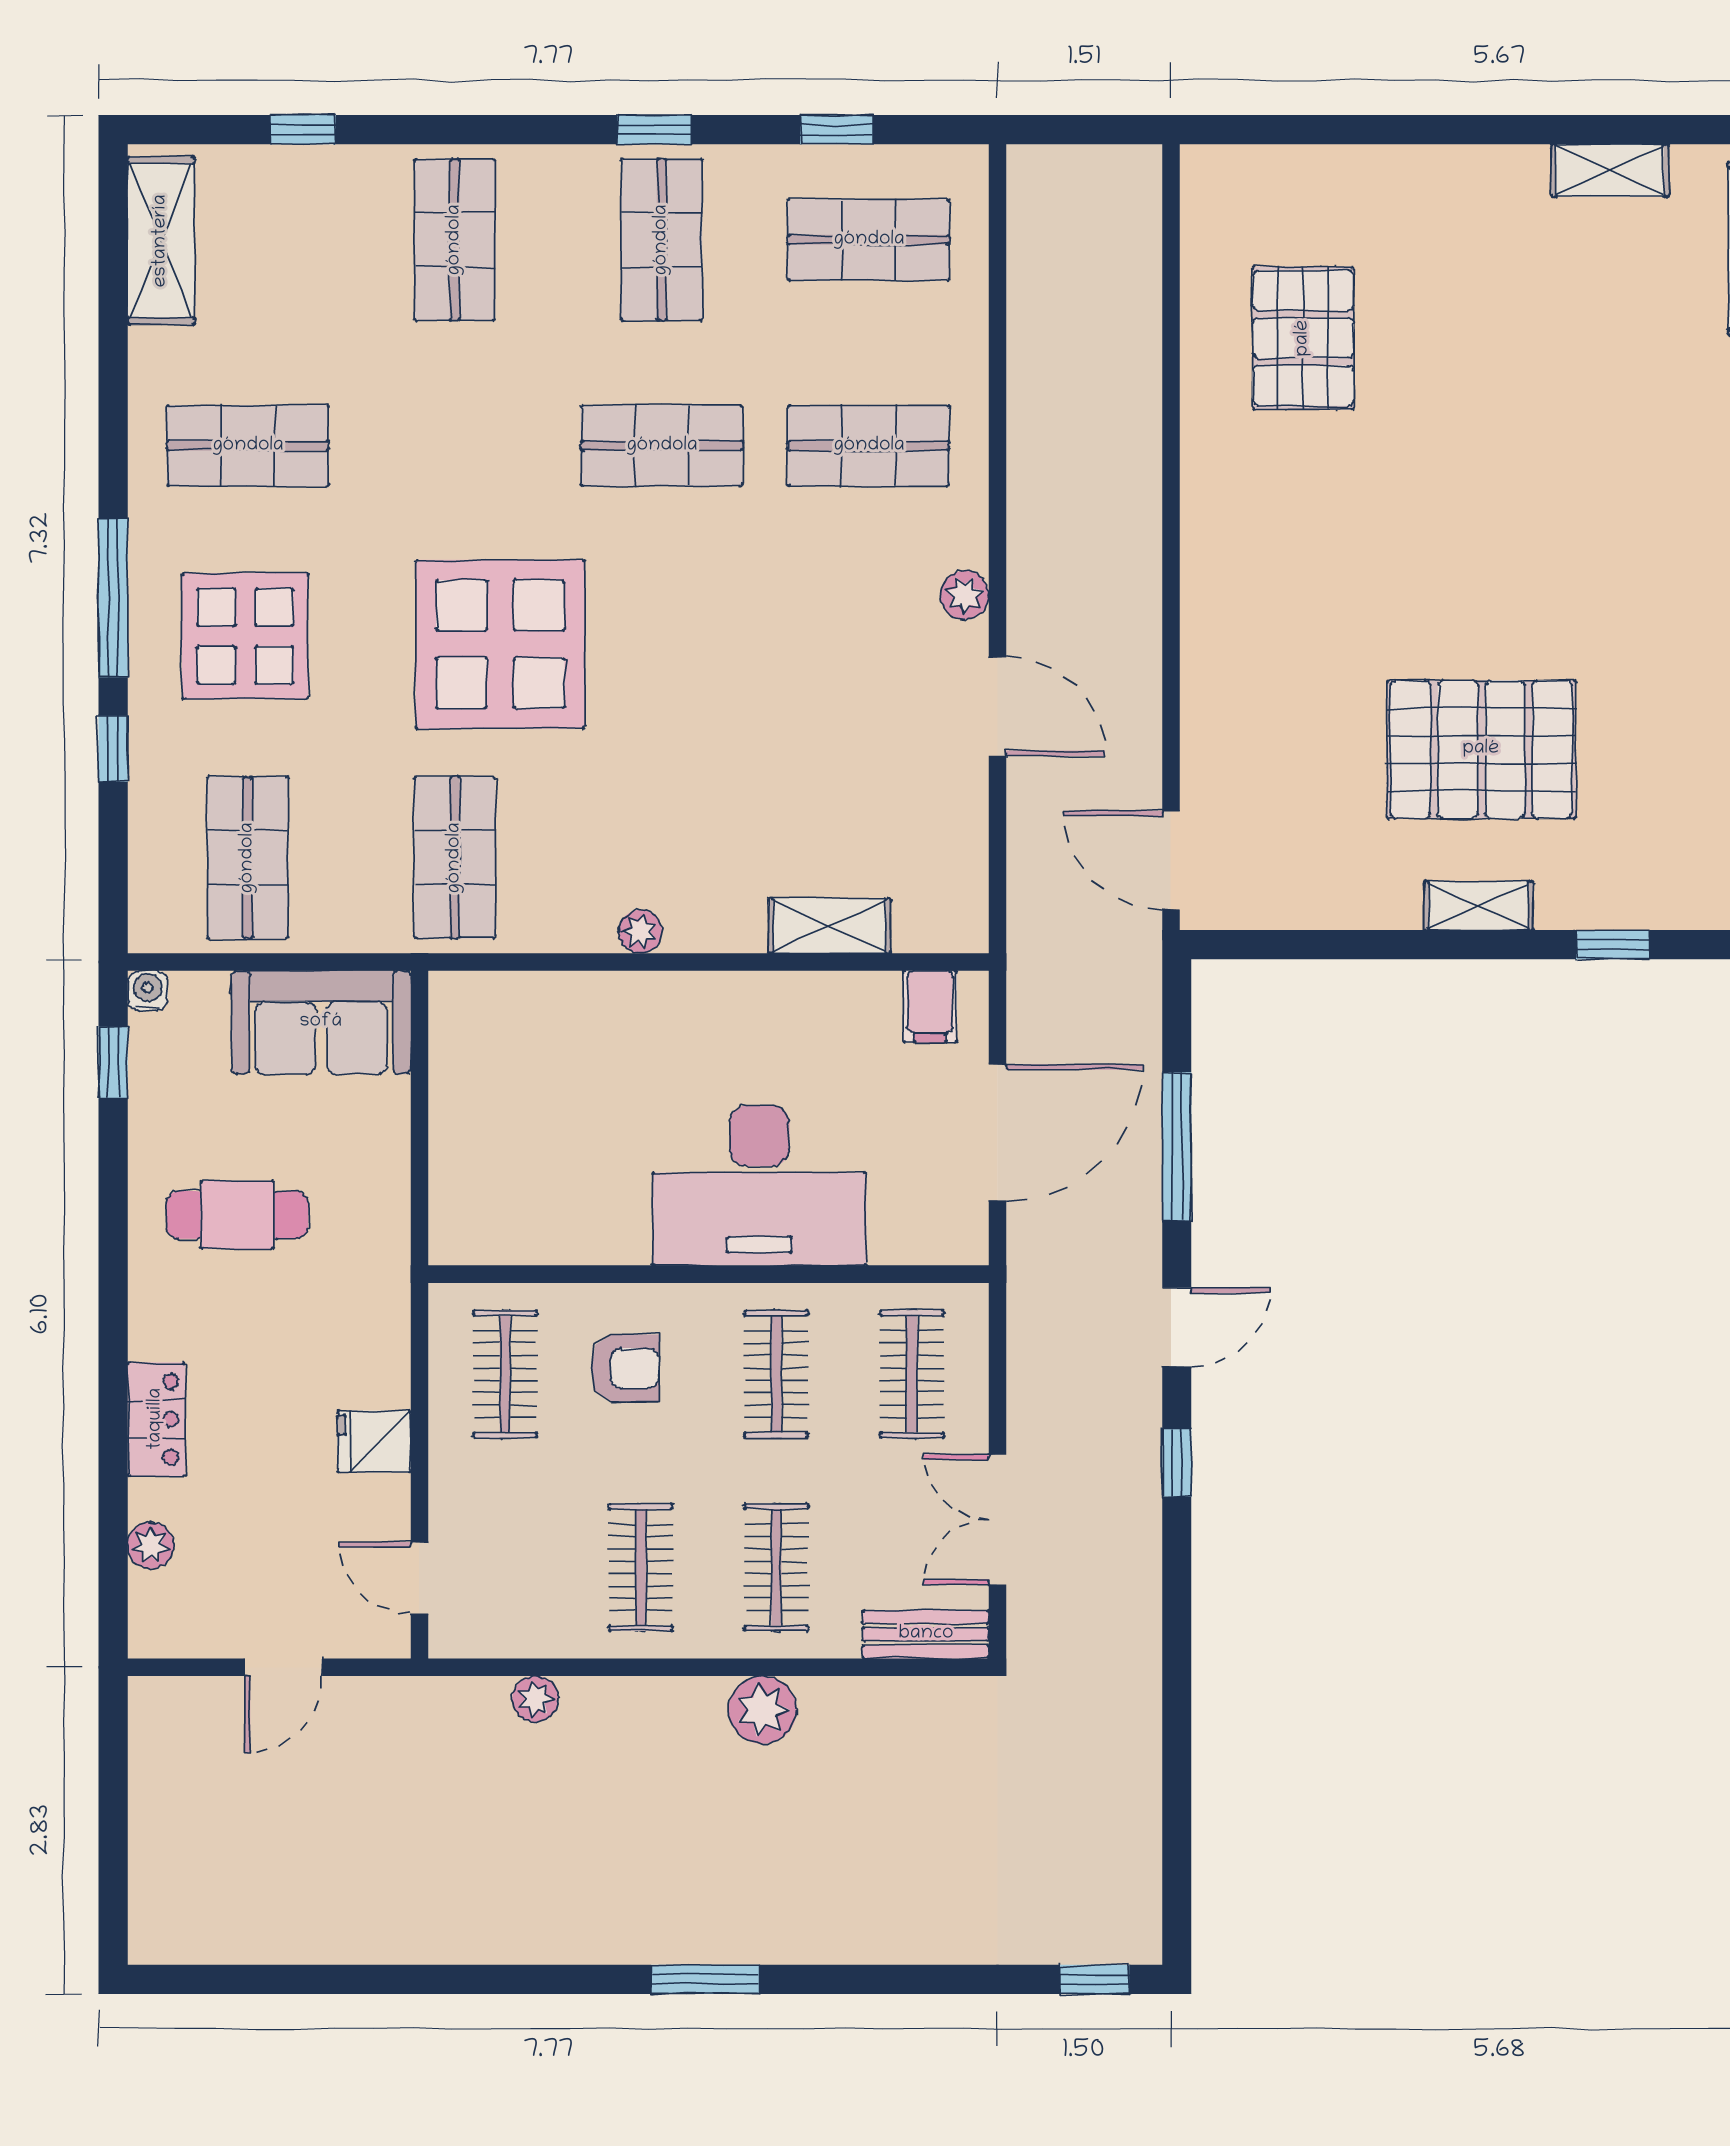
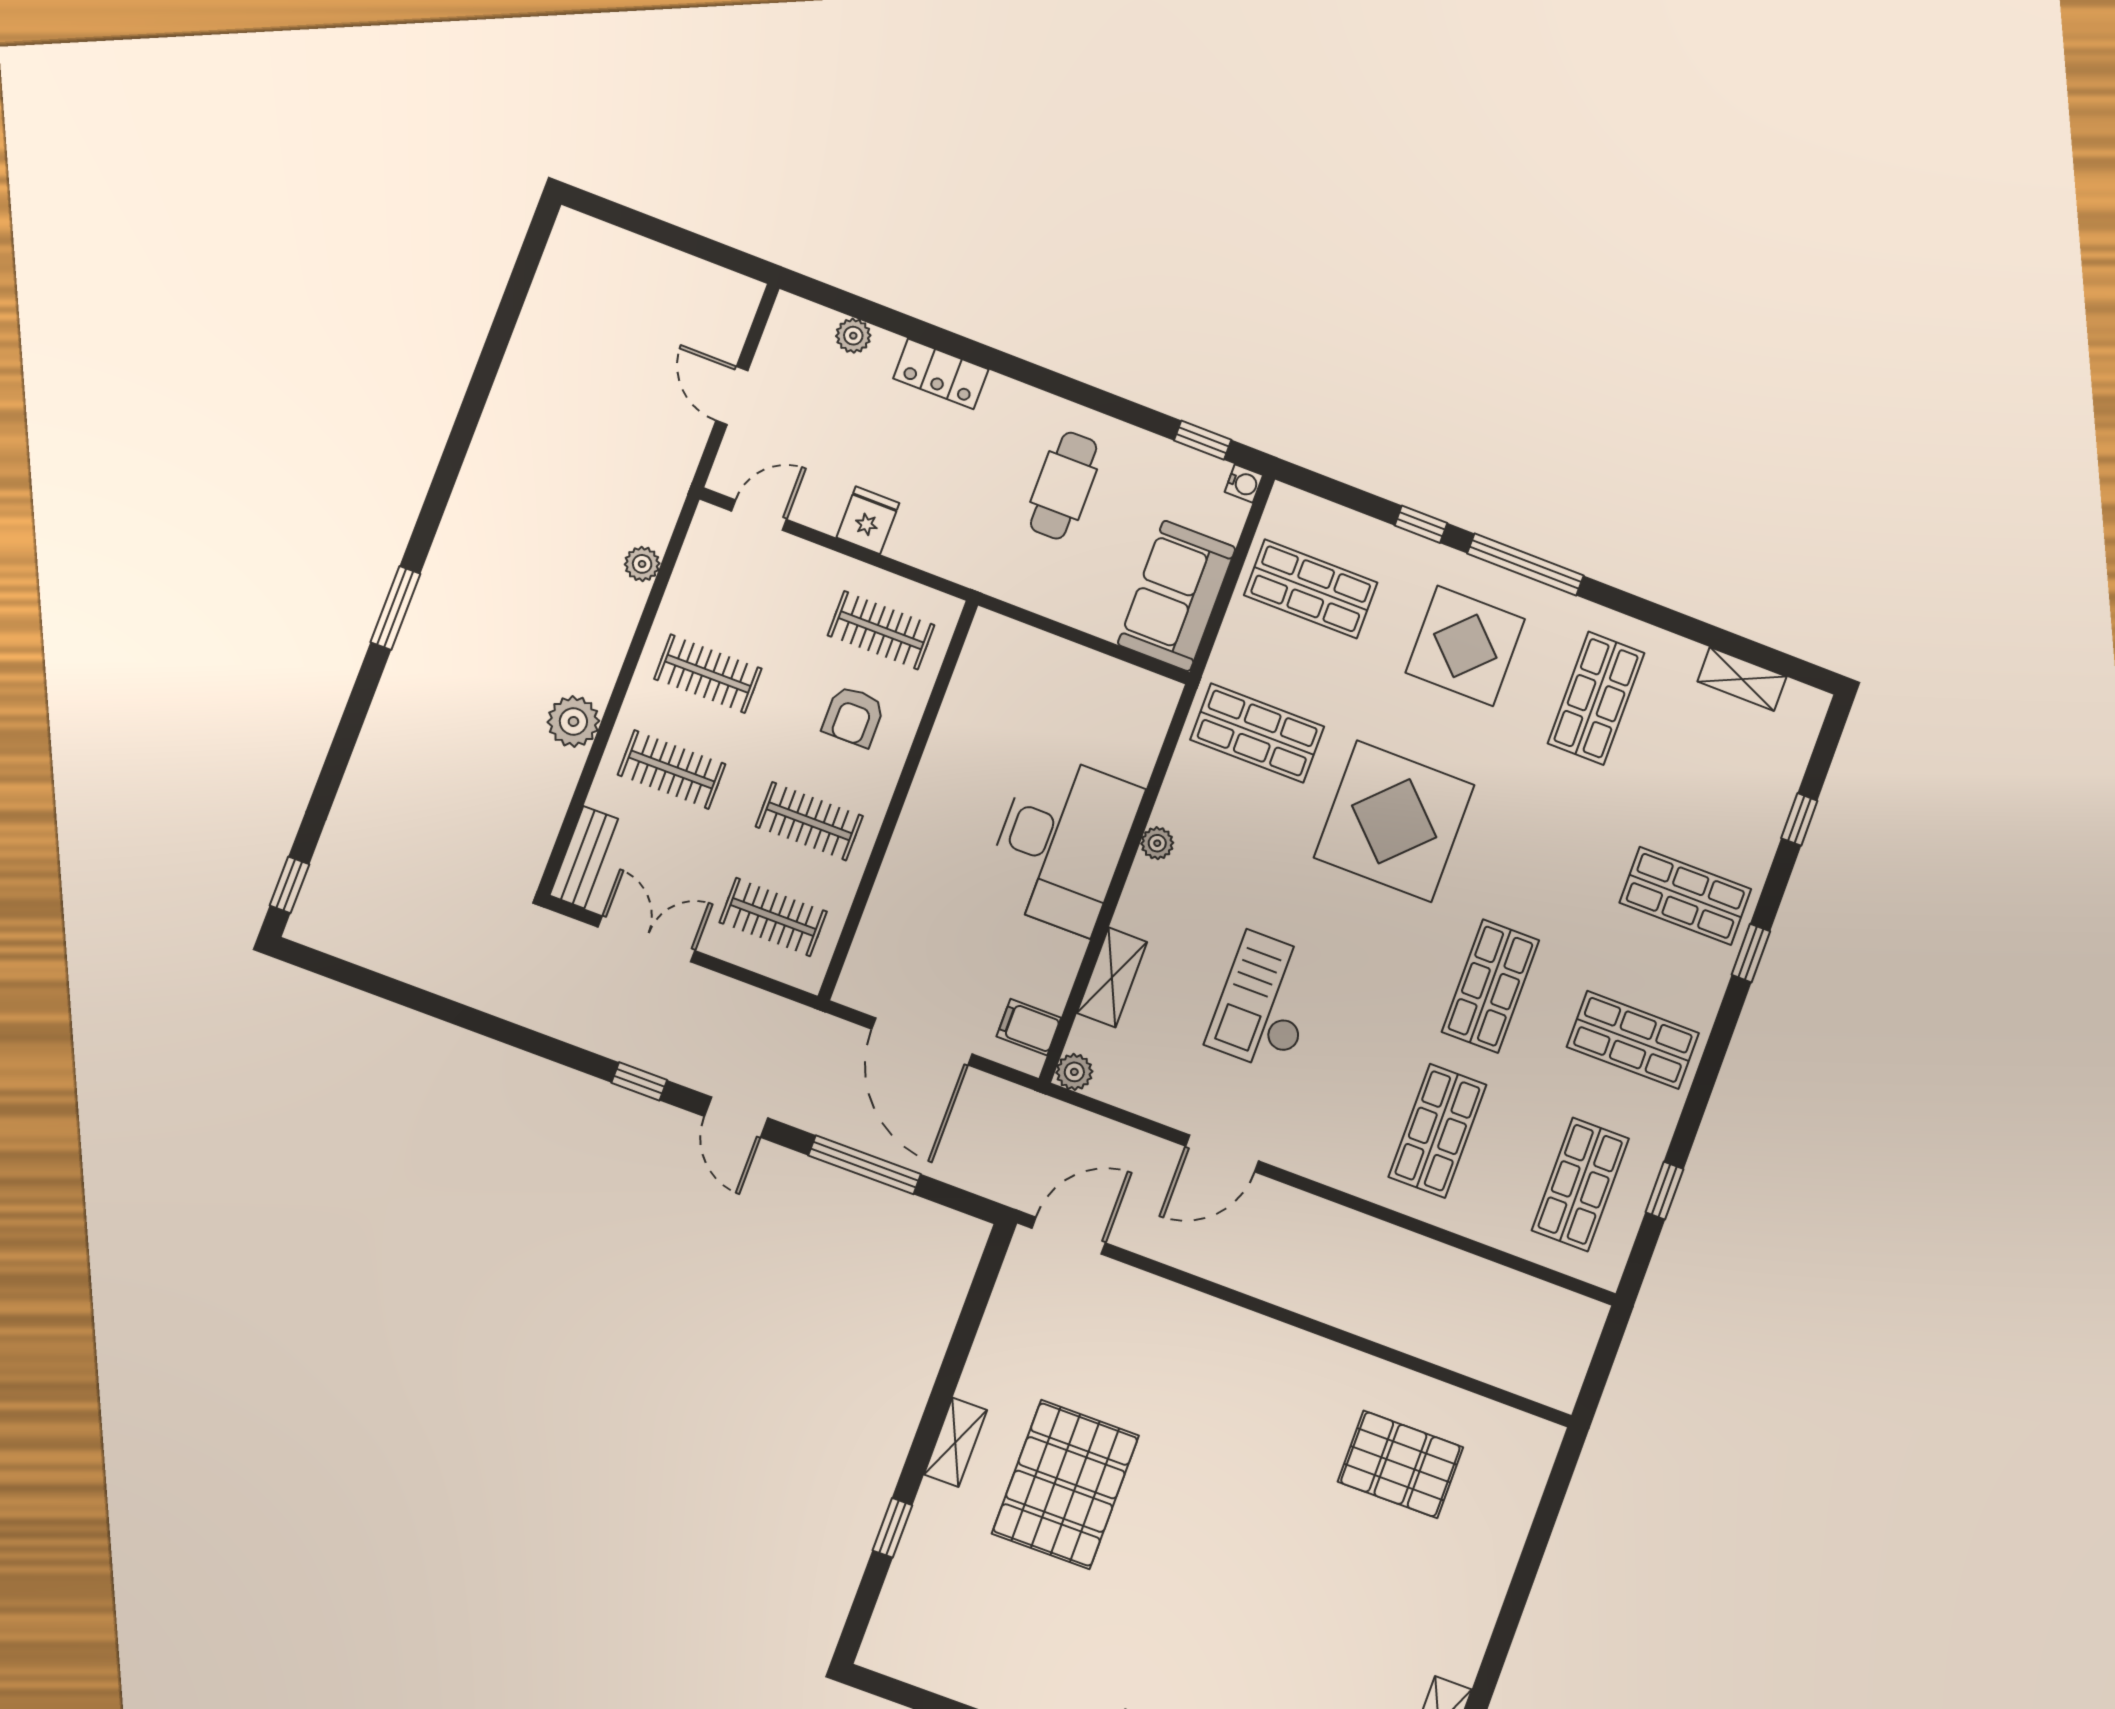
window: (654, 130) -> (1751, 953), moved
shelving: (161, 241) -> (1742, 679), width x0.67, depth x0.75
plant: (965, 595) -> (1074, 1072), moved
checkout: (788, 722) -> (1266, 1002), added
desk: (759, 1185) -> (1062, 843), moved, turned 180

